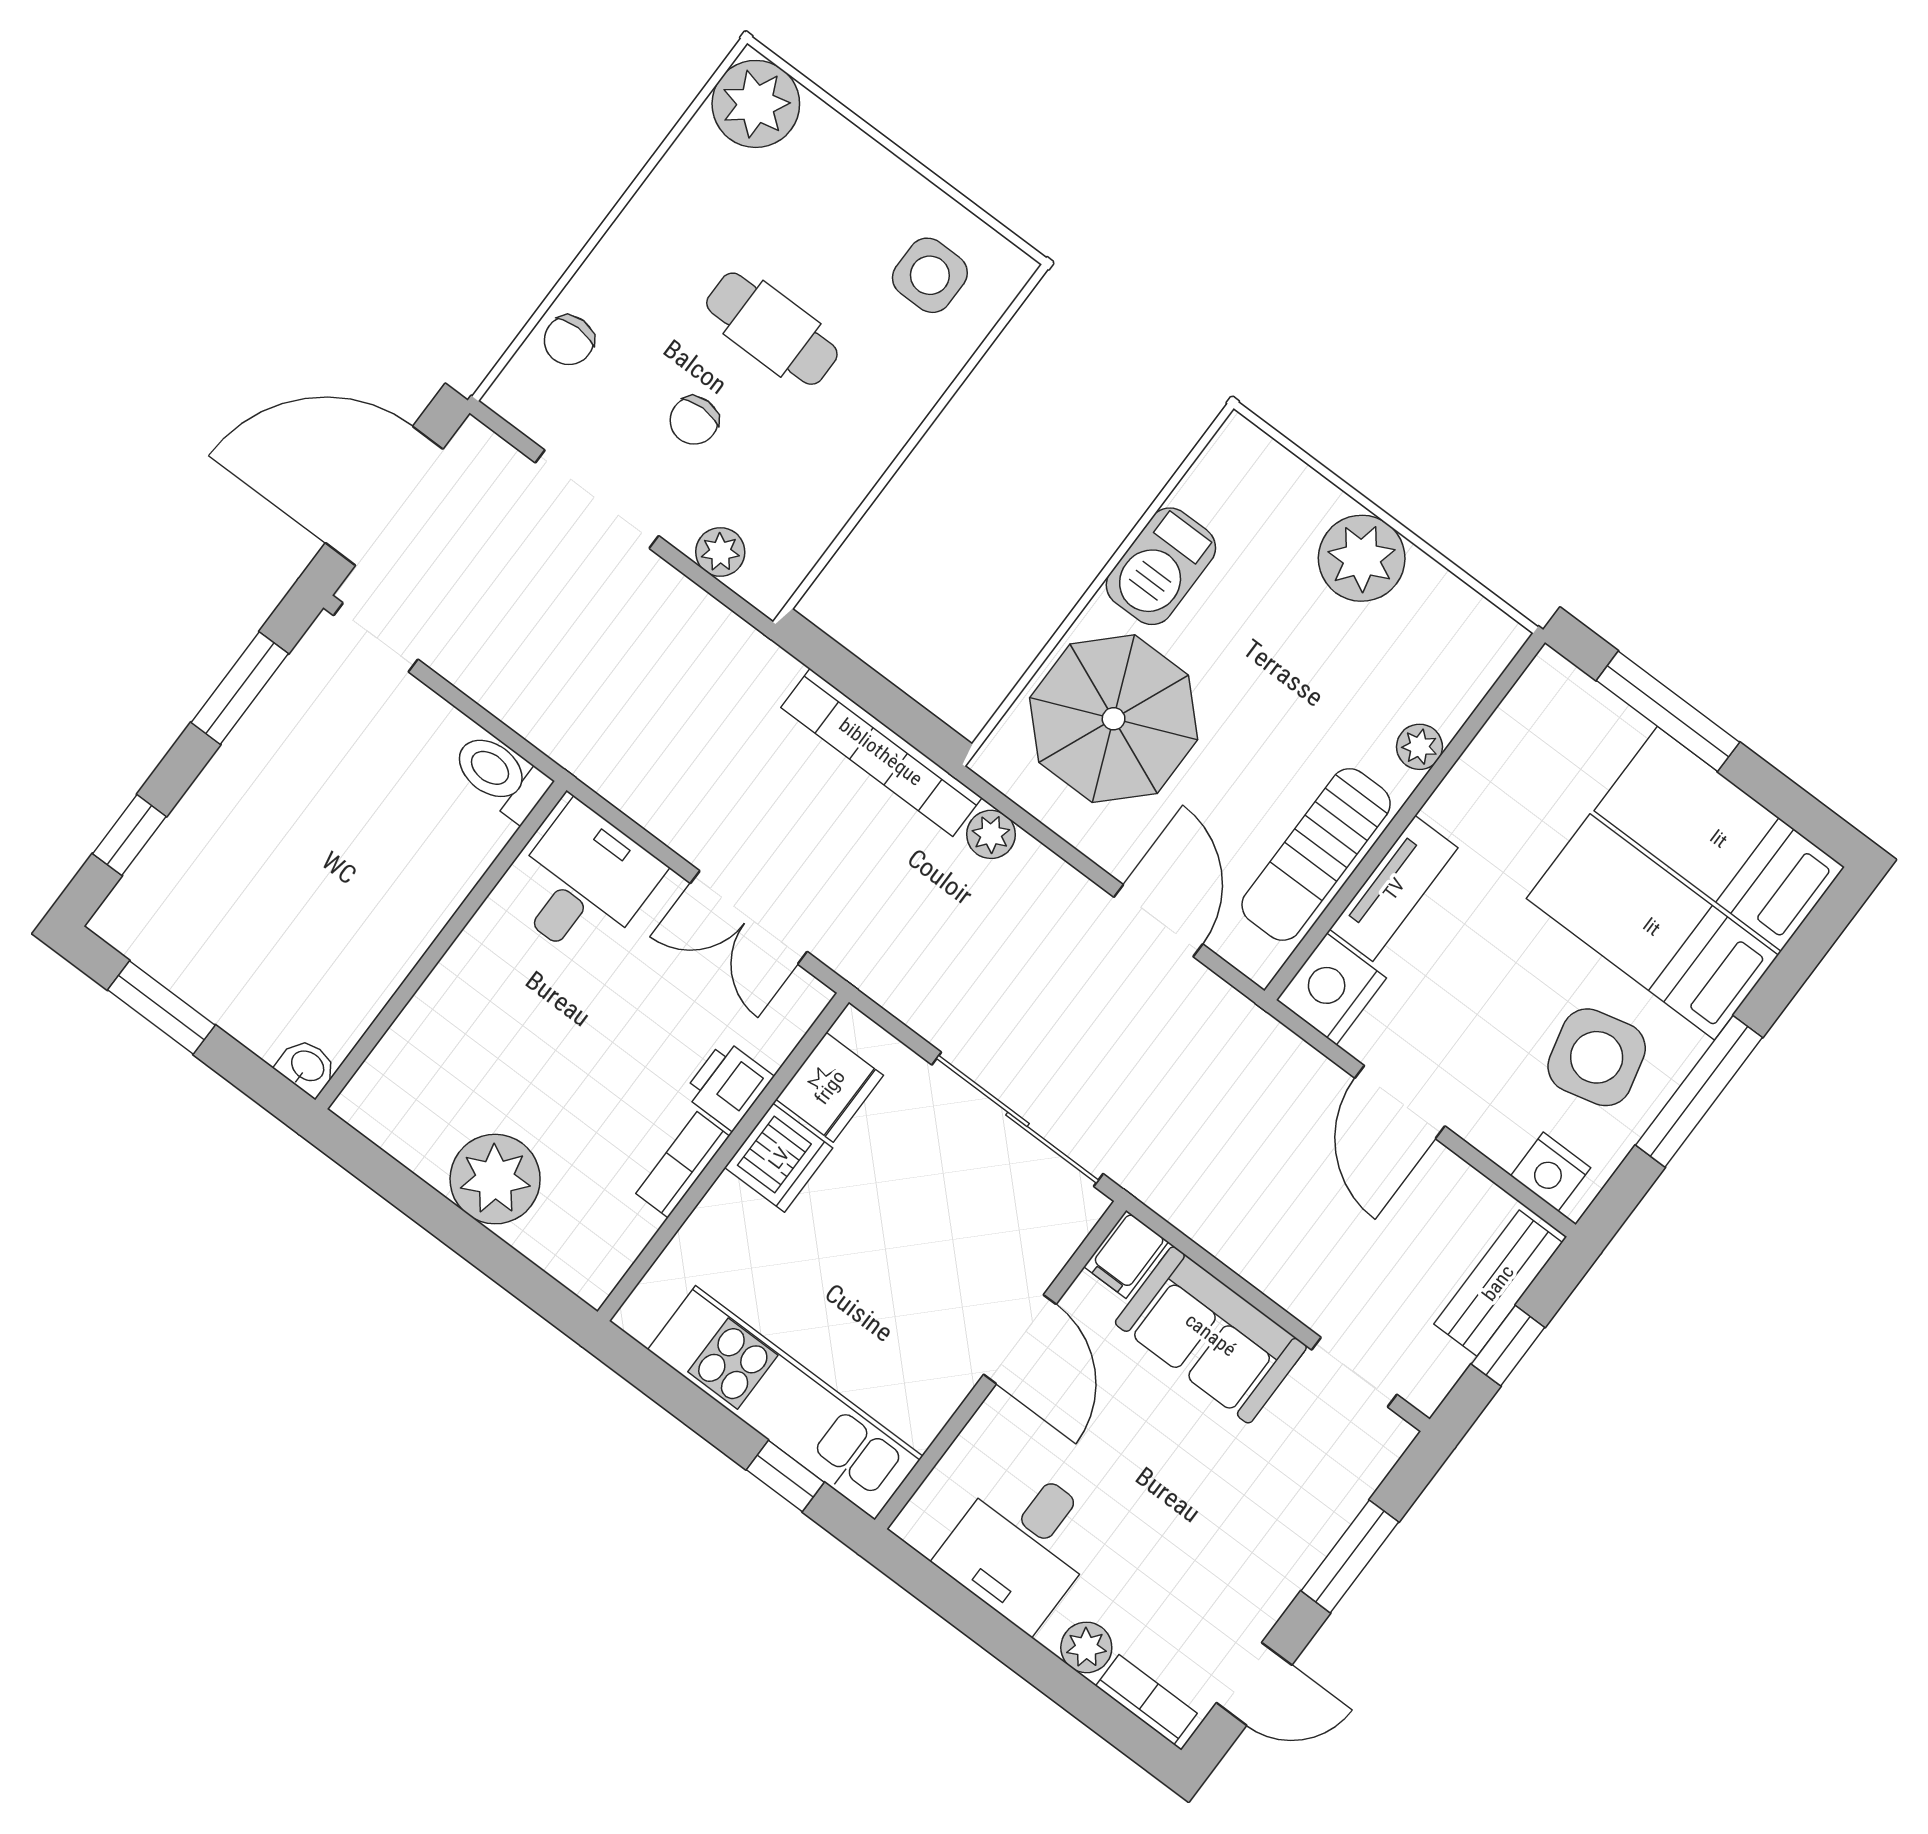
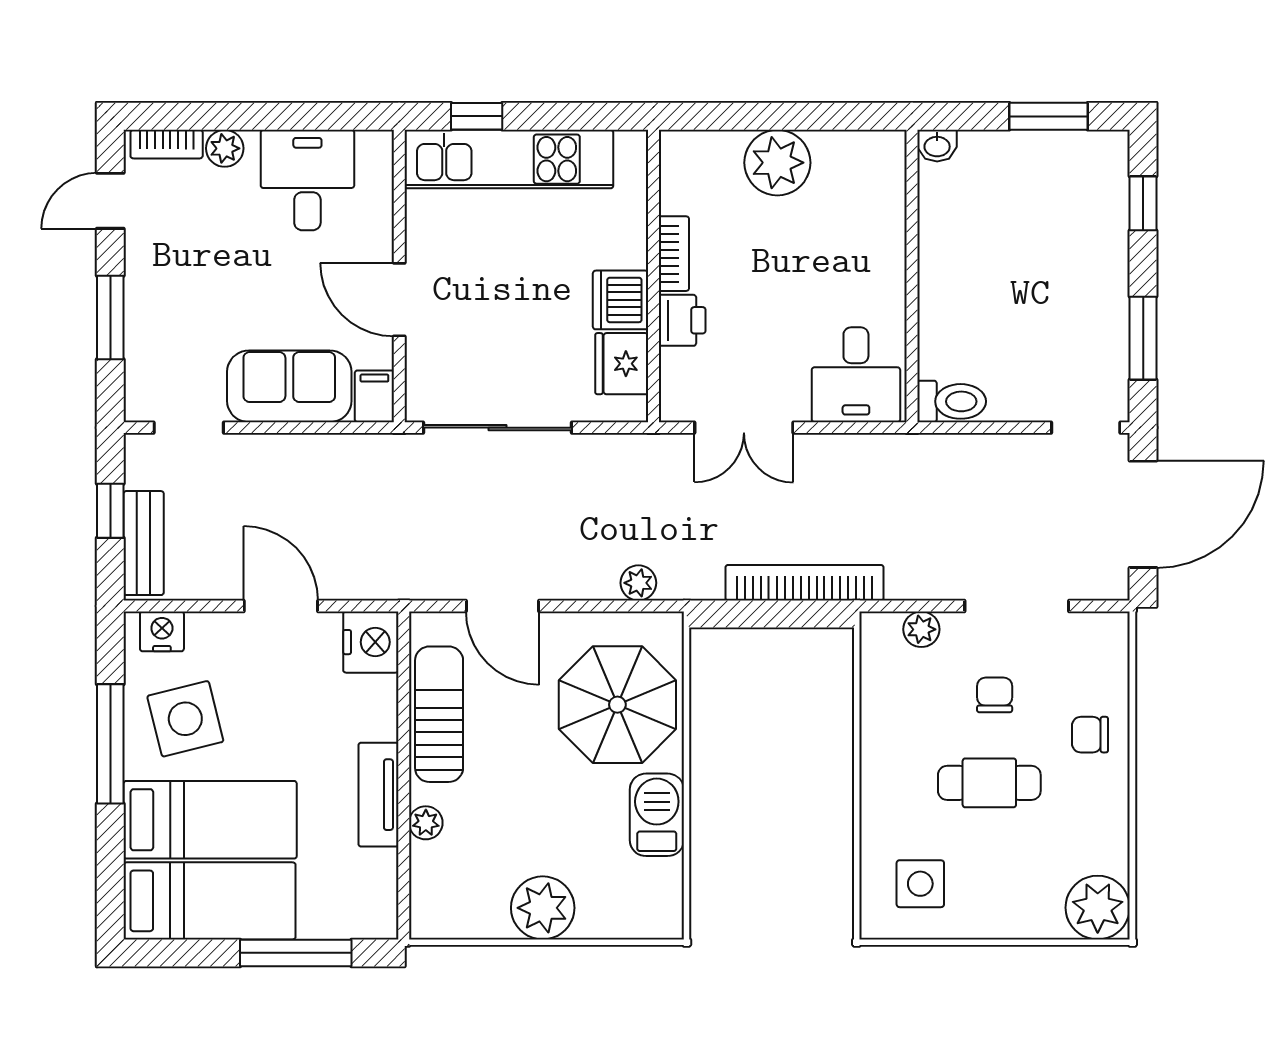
chair: (569, 340) -> (1090, 735), moved, turned -90
bookcase: (881, 752) -> (805, 583), moved
tv unit: (1394, 889) -> (379, 795), moved
double door: (749, 917) -> (744, 428), swing flipped

